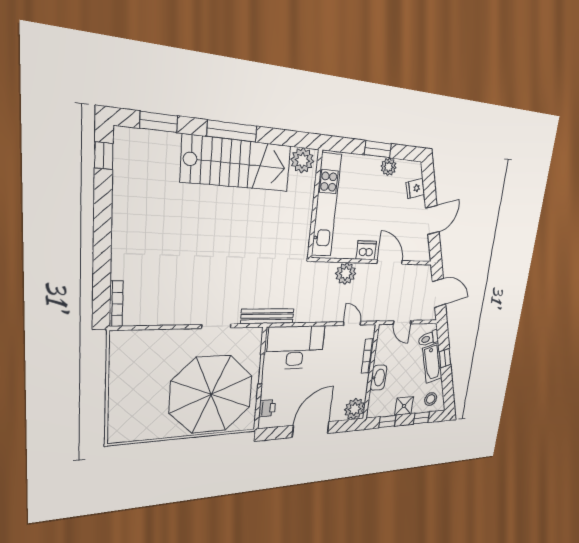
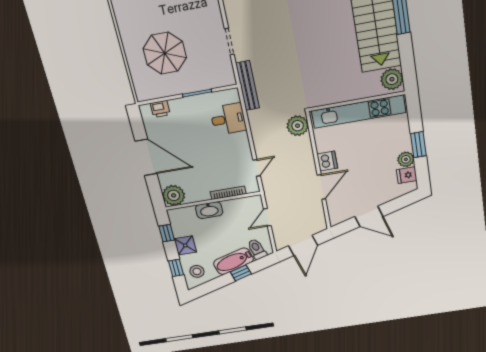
fridge: (415, 188) -> (407, 175), moved, turned -74
plant: (346, 273) -> (298, 126), moved
desk: (295, 347) -> (228, 119), width x0.53, depth x0.77
parasol: (211, 394) -> (165, 53), width x0.54, depth x0.54

